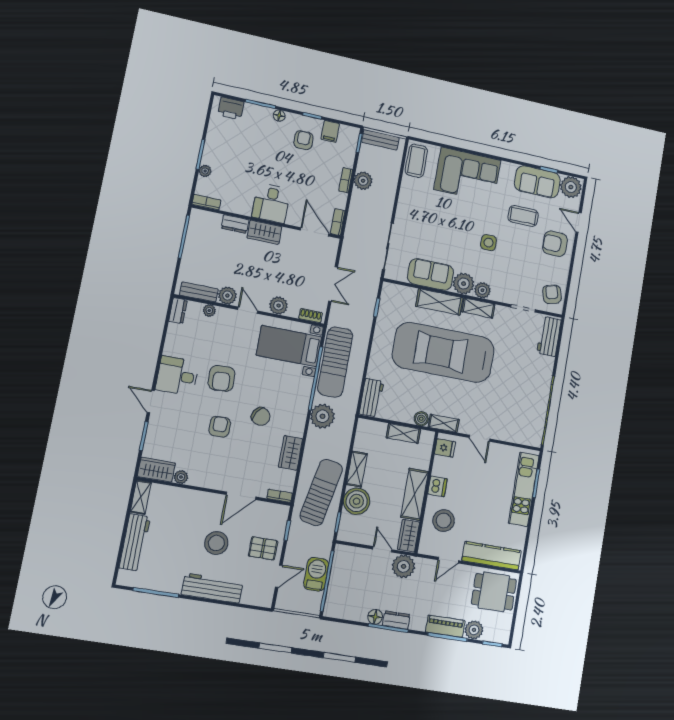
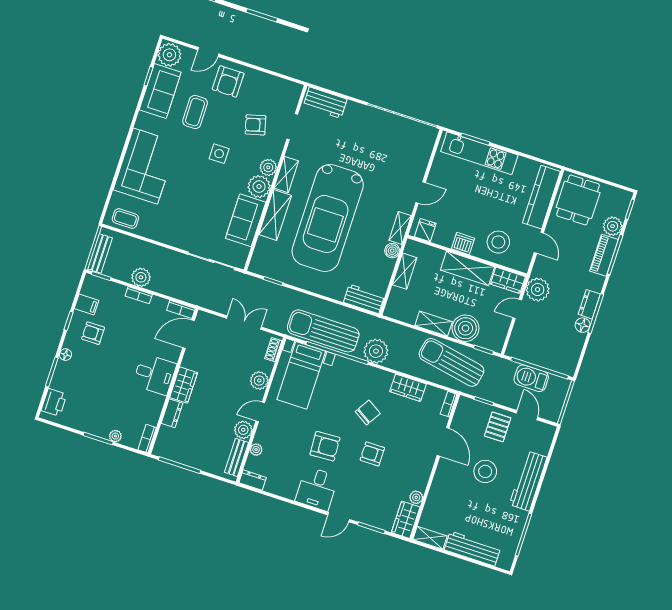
coffee table: (416, 161) -> (125, 219), width x0.73, depth x0.77
armchair: (552, 294) -> (255, 125), moved
sun lounger: (335, 362) -> (323, 331), turned 180

